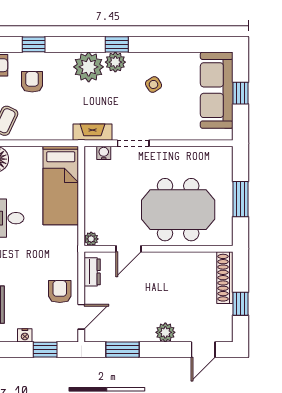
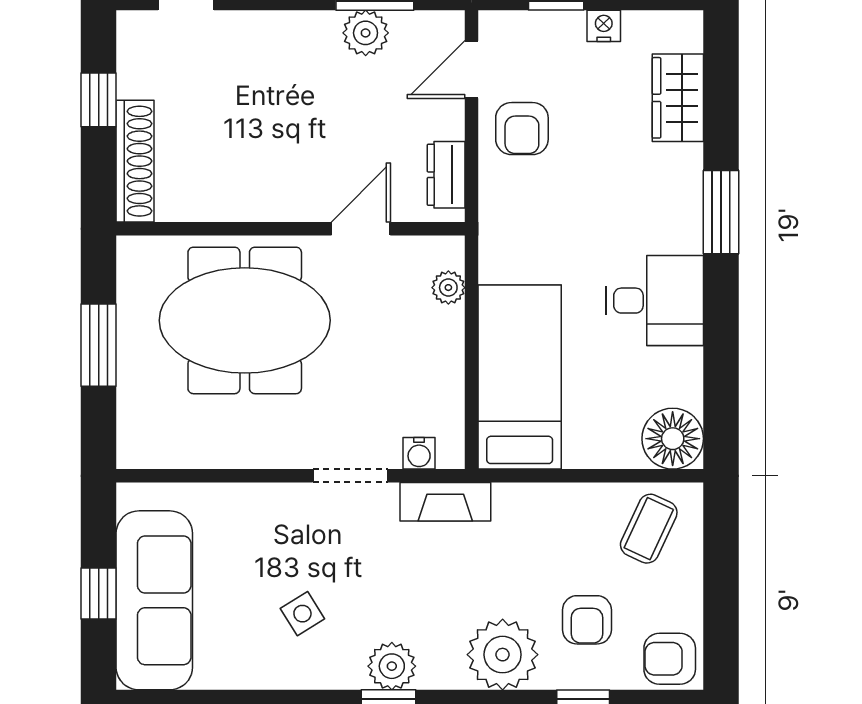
plant: (89, 67) -> (503, 655), moved
plant: (91, 239) -> (448, 288), moved
plant: (165, 332) -> (366, 33), moved

